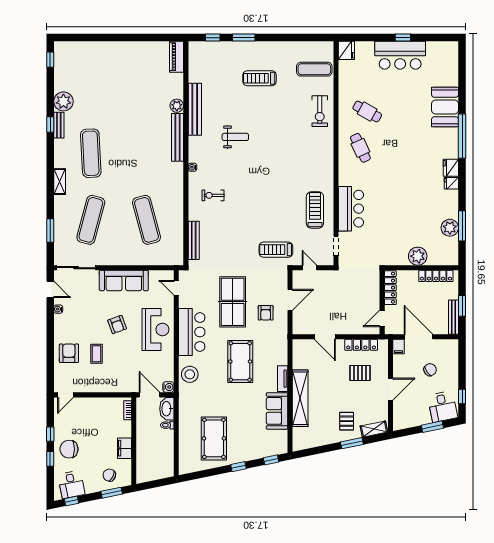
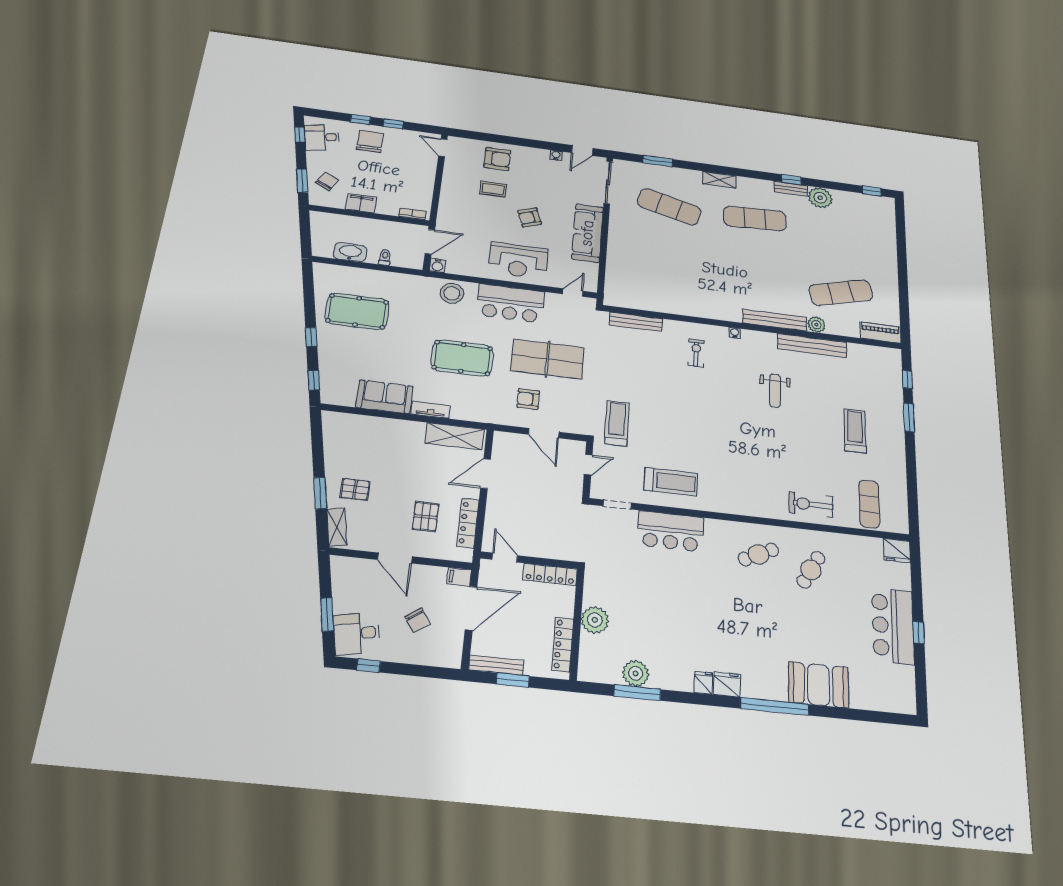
exercise mat: (146, 220) -> (841, 293), moved
shelving: (300, 398) -> (455, 436), moved, width x0.68
washbasin: (167, 409) -> (350, 252), moved

